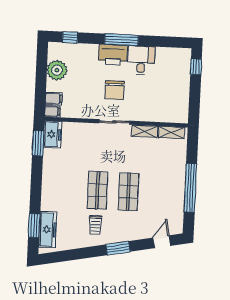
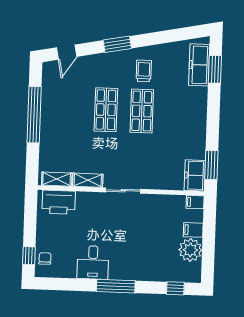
printer: (113, 55) -> (59, 202), moved, turned 180
chair: (115, 90) -> (45, 258), moved, width x0.54, depth x0.54
filing cabinet: (54, 99) -> (193, 230), moved

